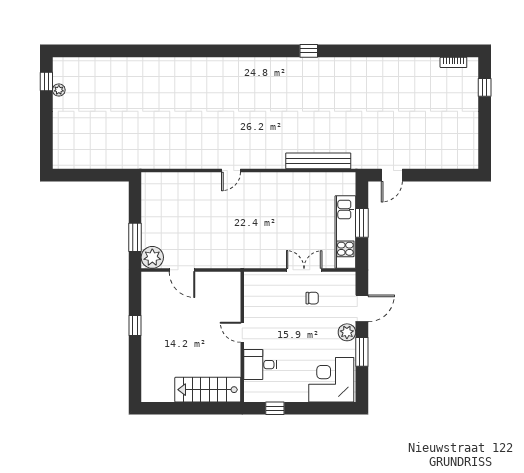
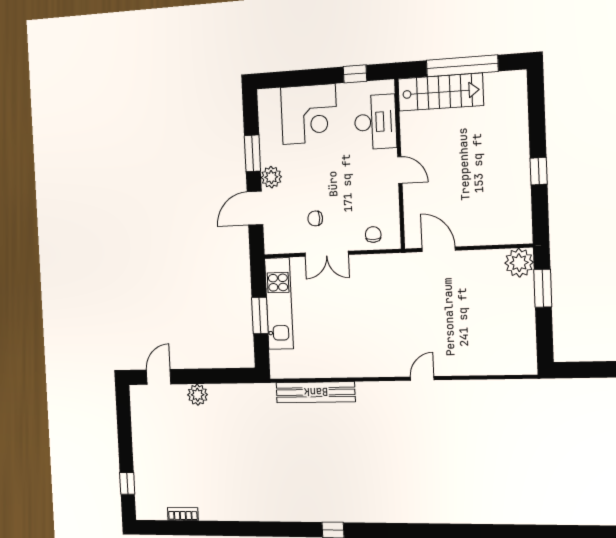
bookcase: (453, 62) -> (183, 514), moved
plant: (418, 160) -> (198, 395), added
door: (392, 175) -> (159, 377), moved
door: (182, 270) -> (439, 249), moved
chair: (266, 284) -> (373, 234), added
desk: (260, 365) -> (375, 122), width x1.37
corner desk: (331, 380) -> (309, 114), moved
window: (190, 408) -> (462, 66), added

